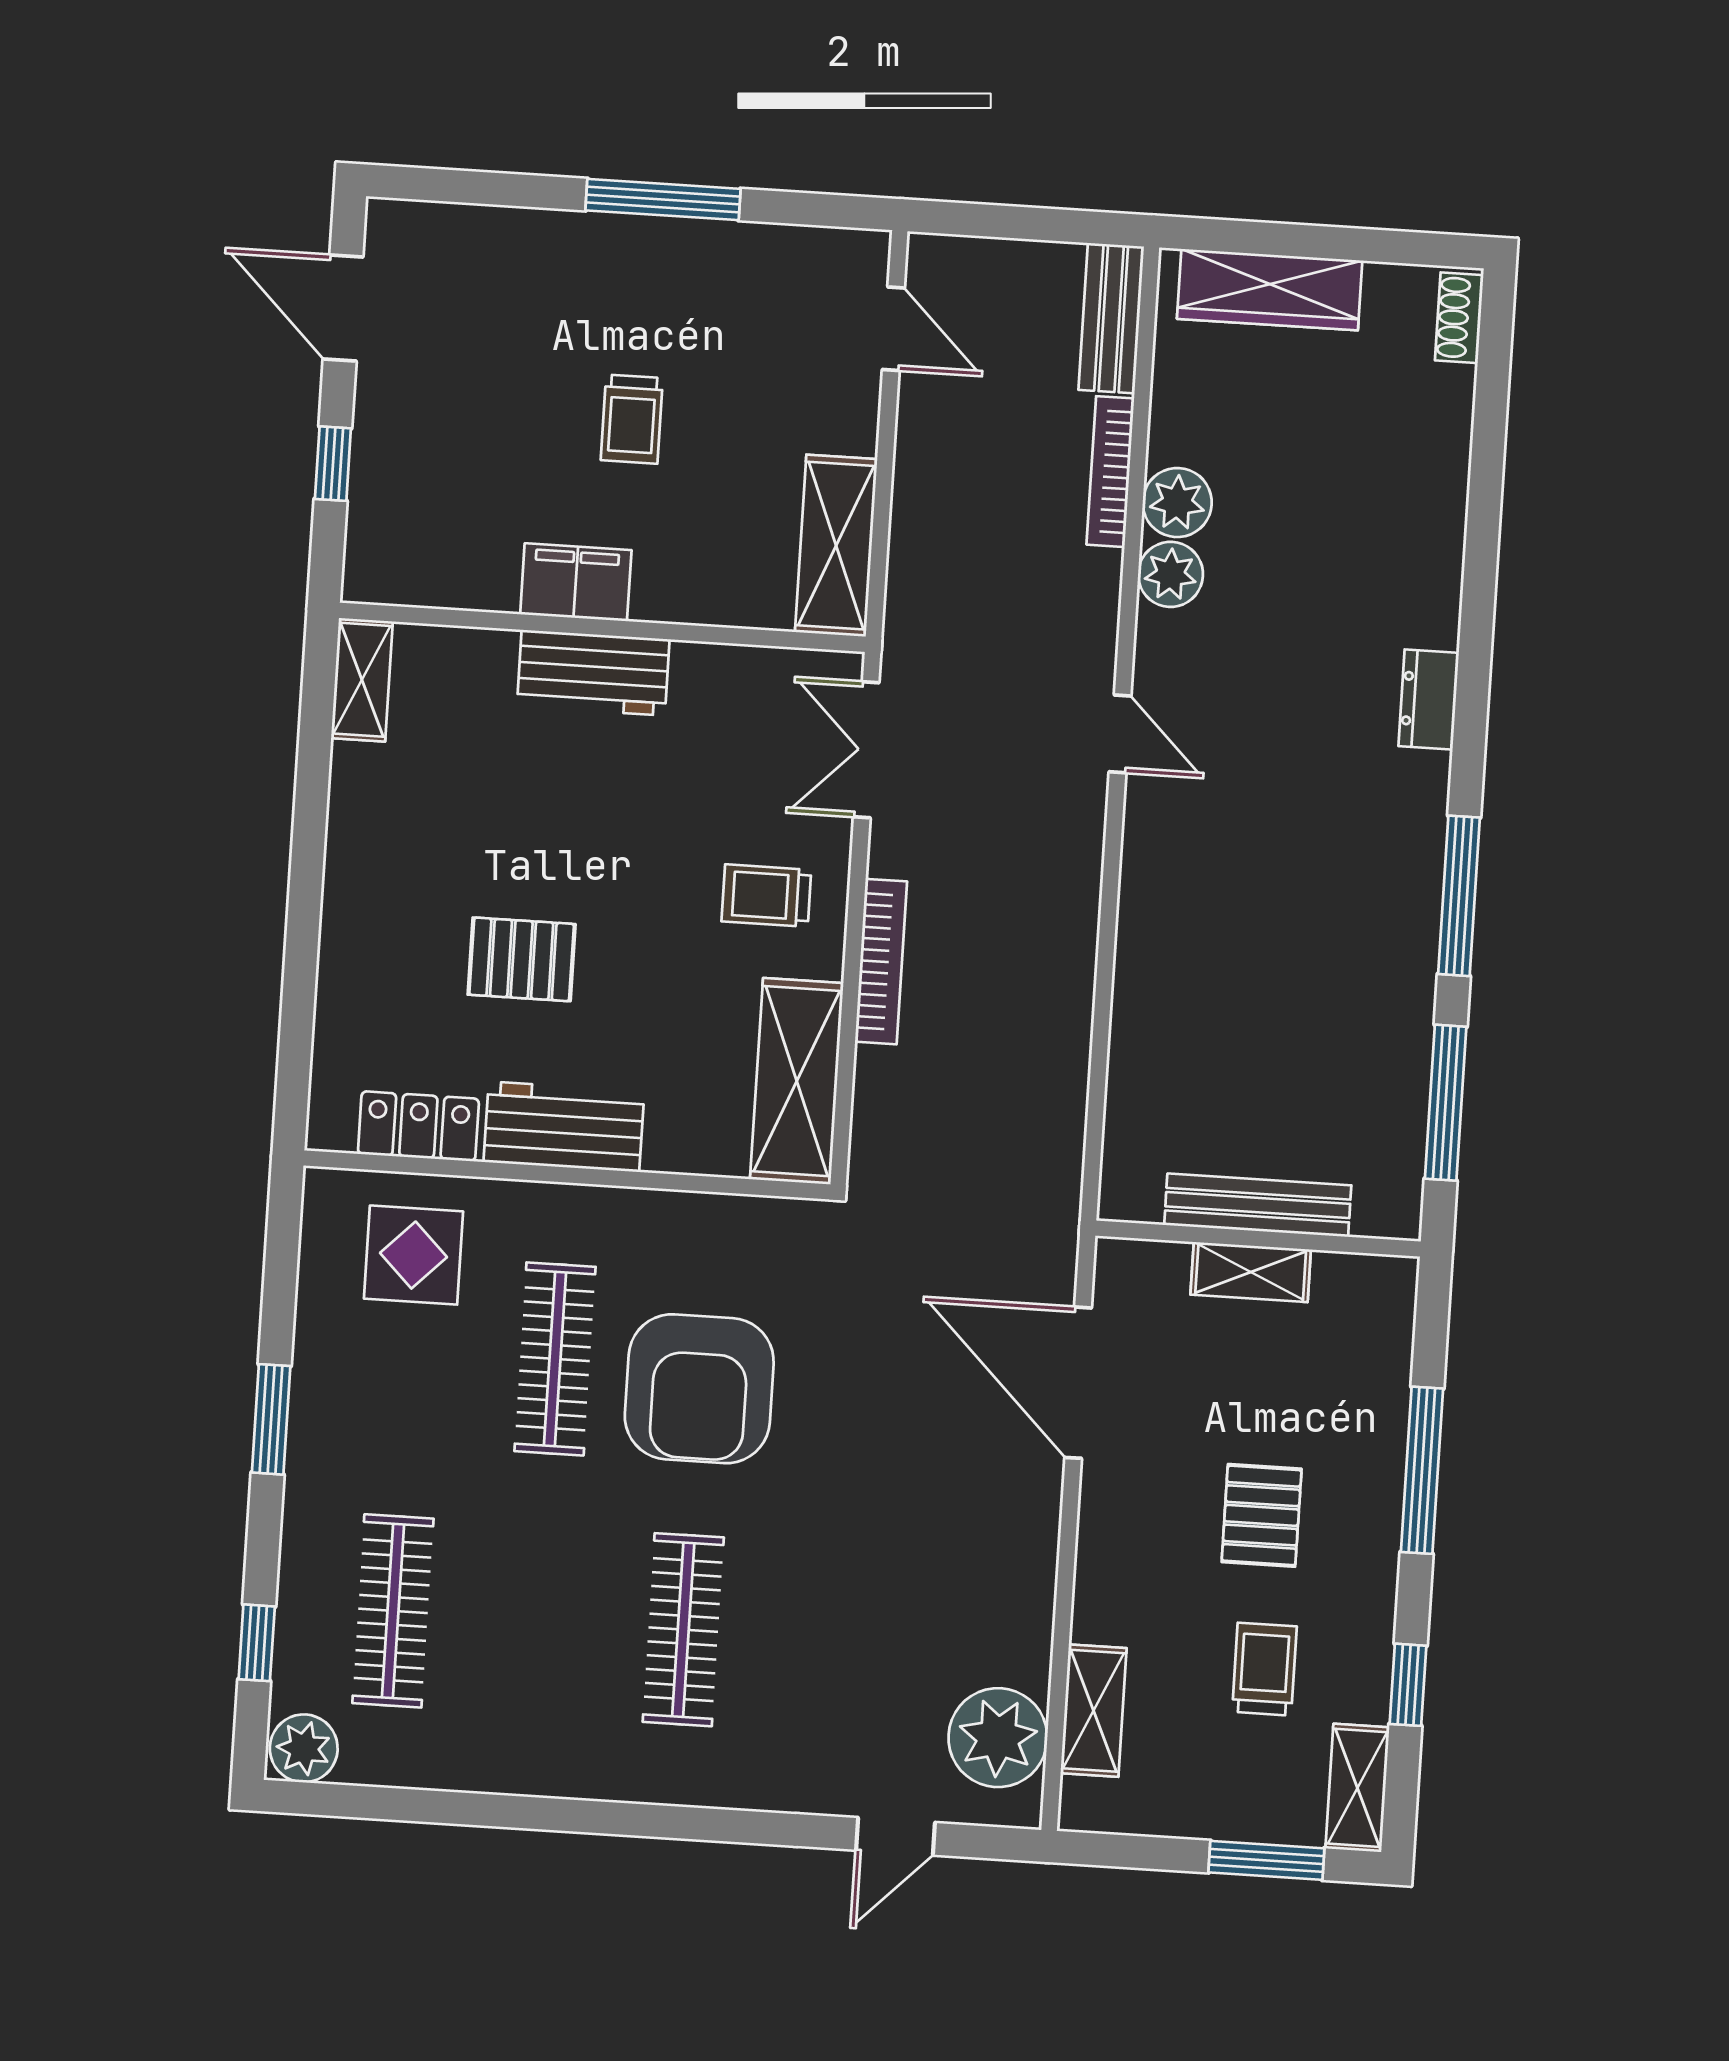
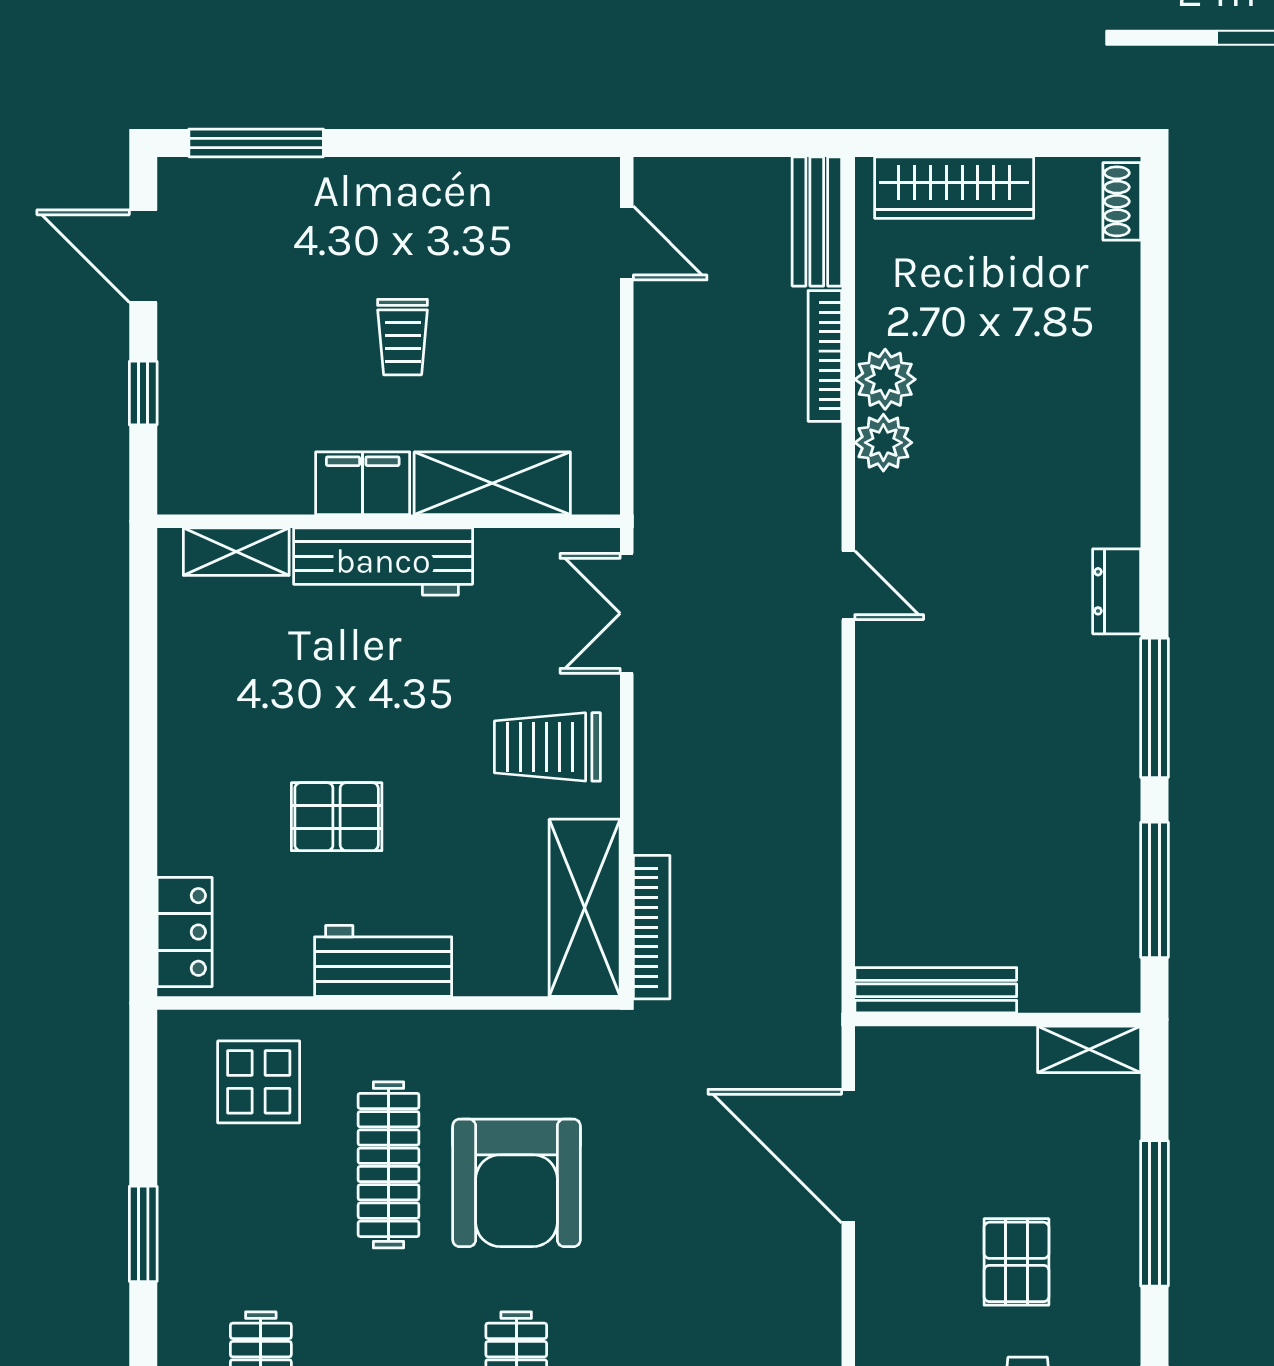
window: (663, 200) -> (256, 143), moved
shelving: (836, 546) -> (492, 483), moved, turned 90
workbench: (593, 673) -> (383, 561), width x1.38
shelving: (362, 680) -> (236, 552), moved, turned 90
dresser: (1429, 699) -> (1117, 591), moved
trolley: (766, 896) -> (547, 747), width x1.36, depth x1.39
bookcase: (881, 962) -> (652, 927), moved
locker: (418, 1126) -> (185, 932), moved, turned 90
bench: (1258, 1205) -> (936, 990), moved
shelving: (1251, 1272) -> (1089, 1049), moved

